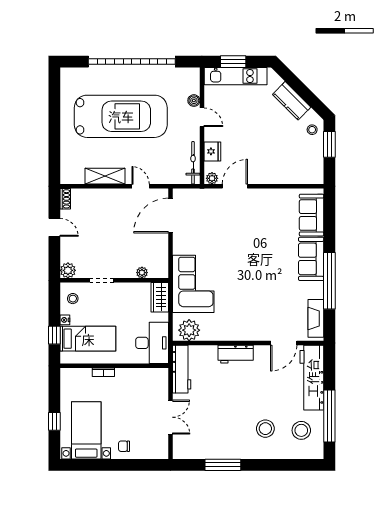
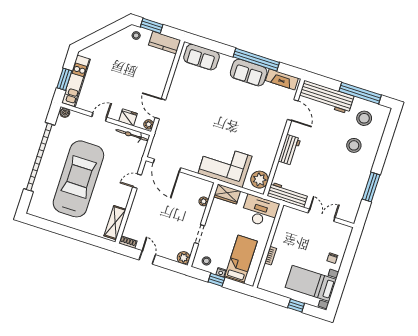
boiler: (194, 101) -> (65, 113), moved
kitchen counter: (292, 101) -> (165, 43), moved, turned 45
shelving: (105, 176) -> (115, 223), moved
door: (54, 227) -> (147, 257), hinge flipped
sofa: (311, 259) -> (249, 73), moved
window: (54, 335) -> (216, 280), moved

